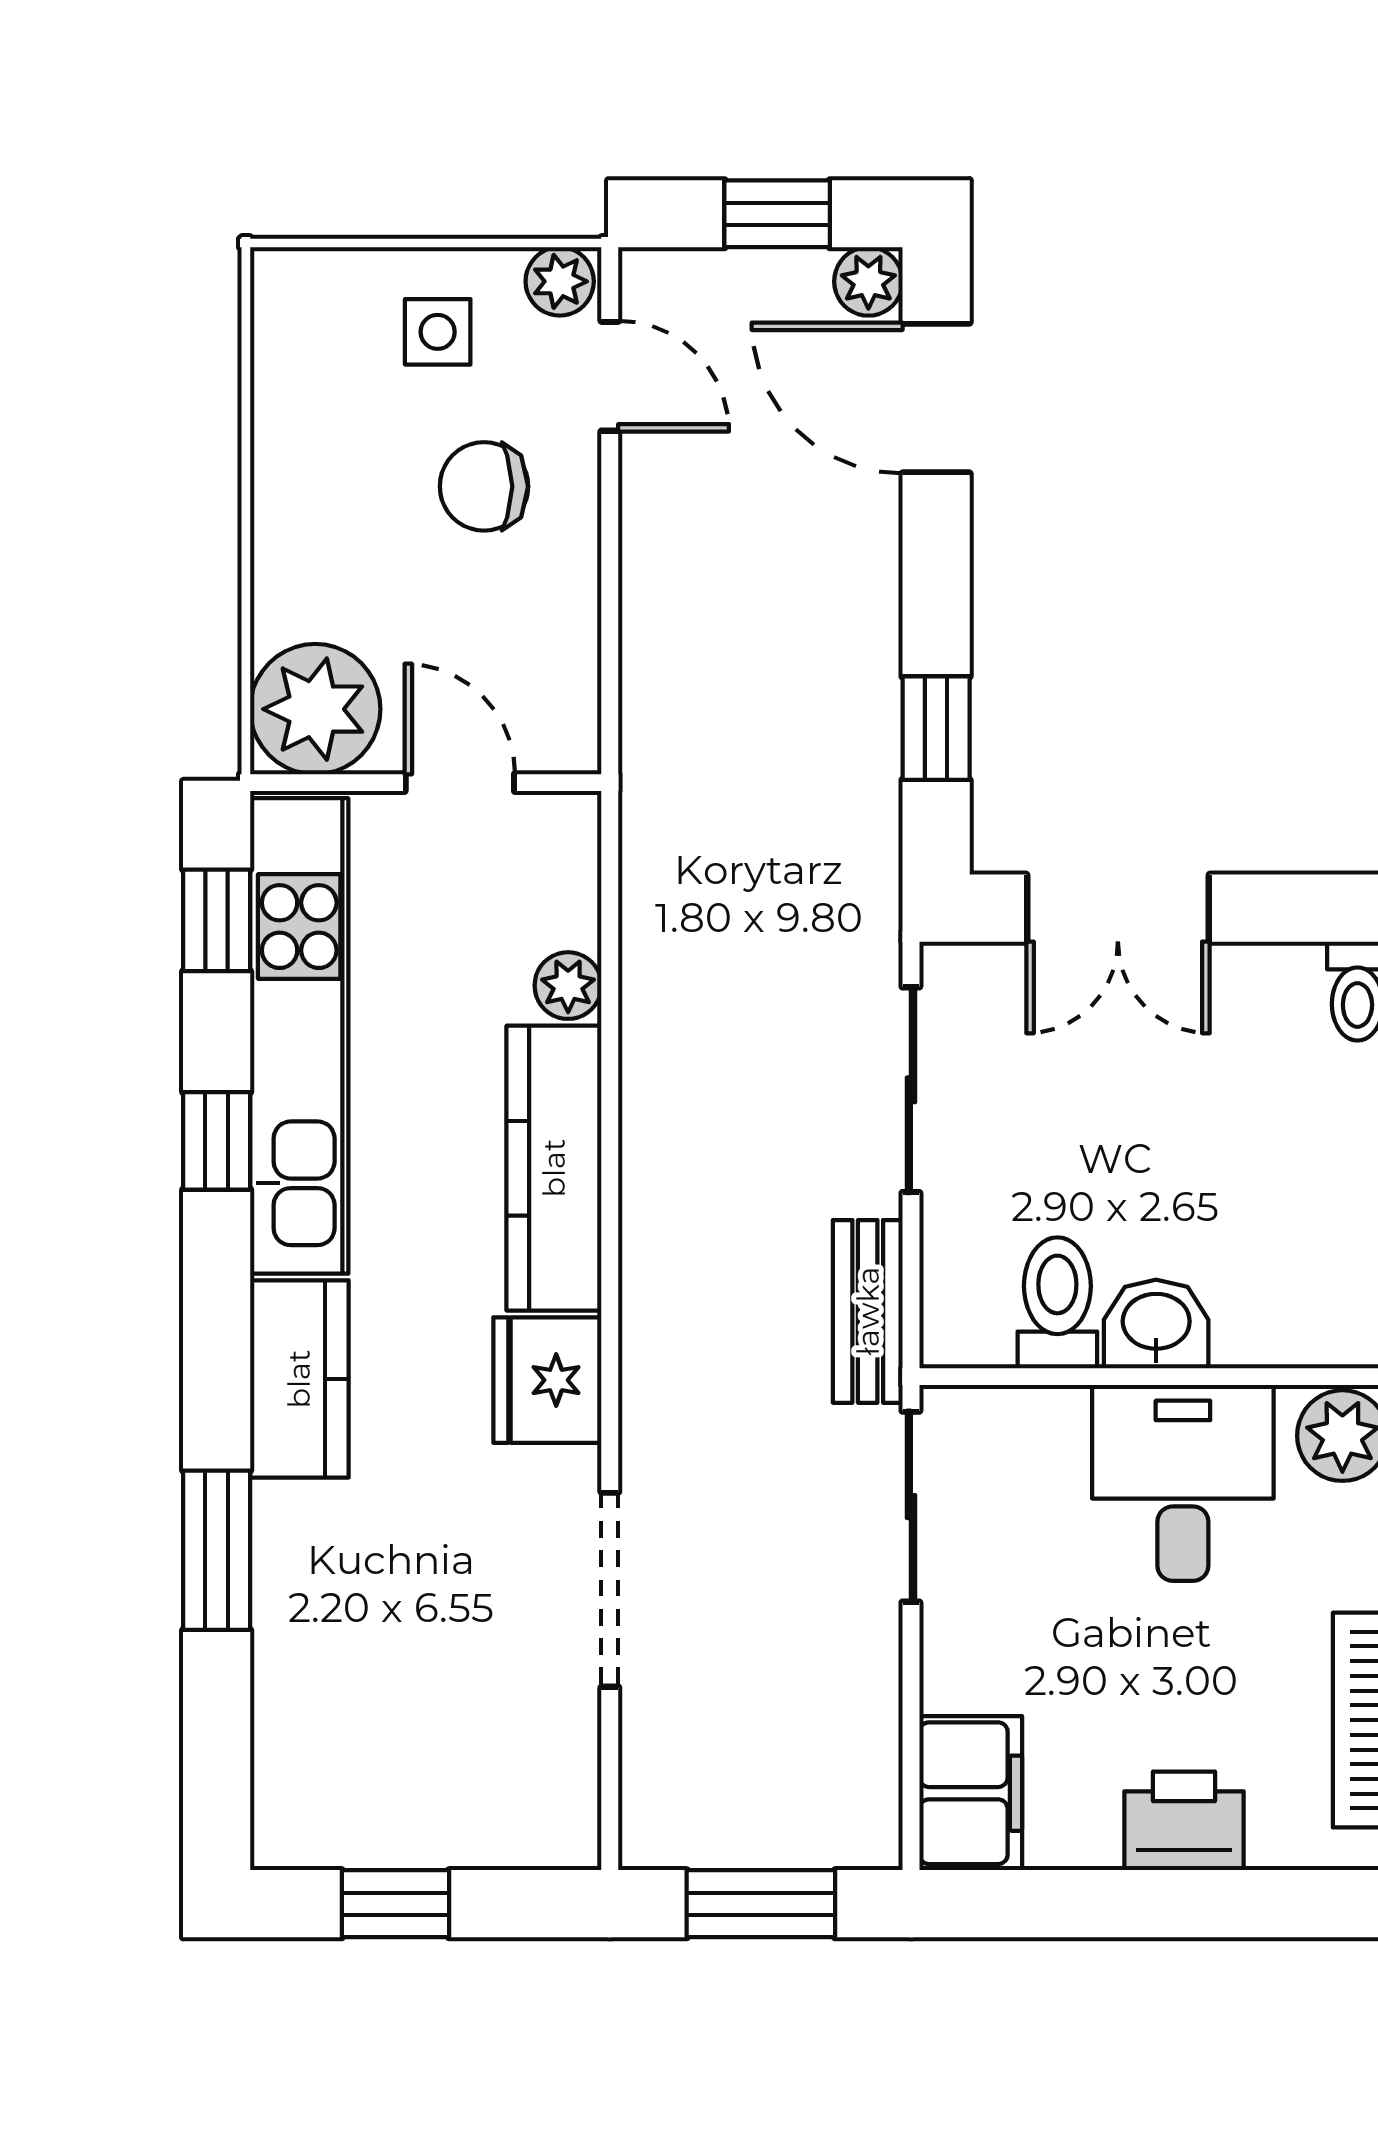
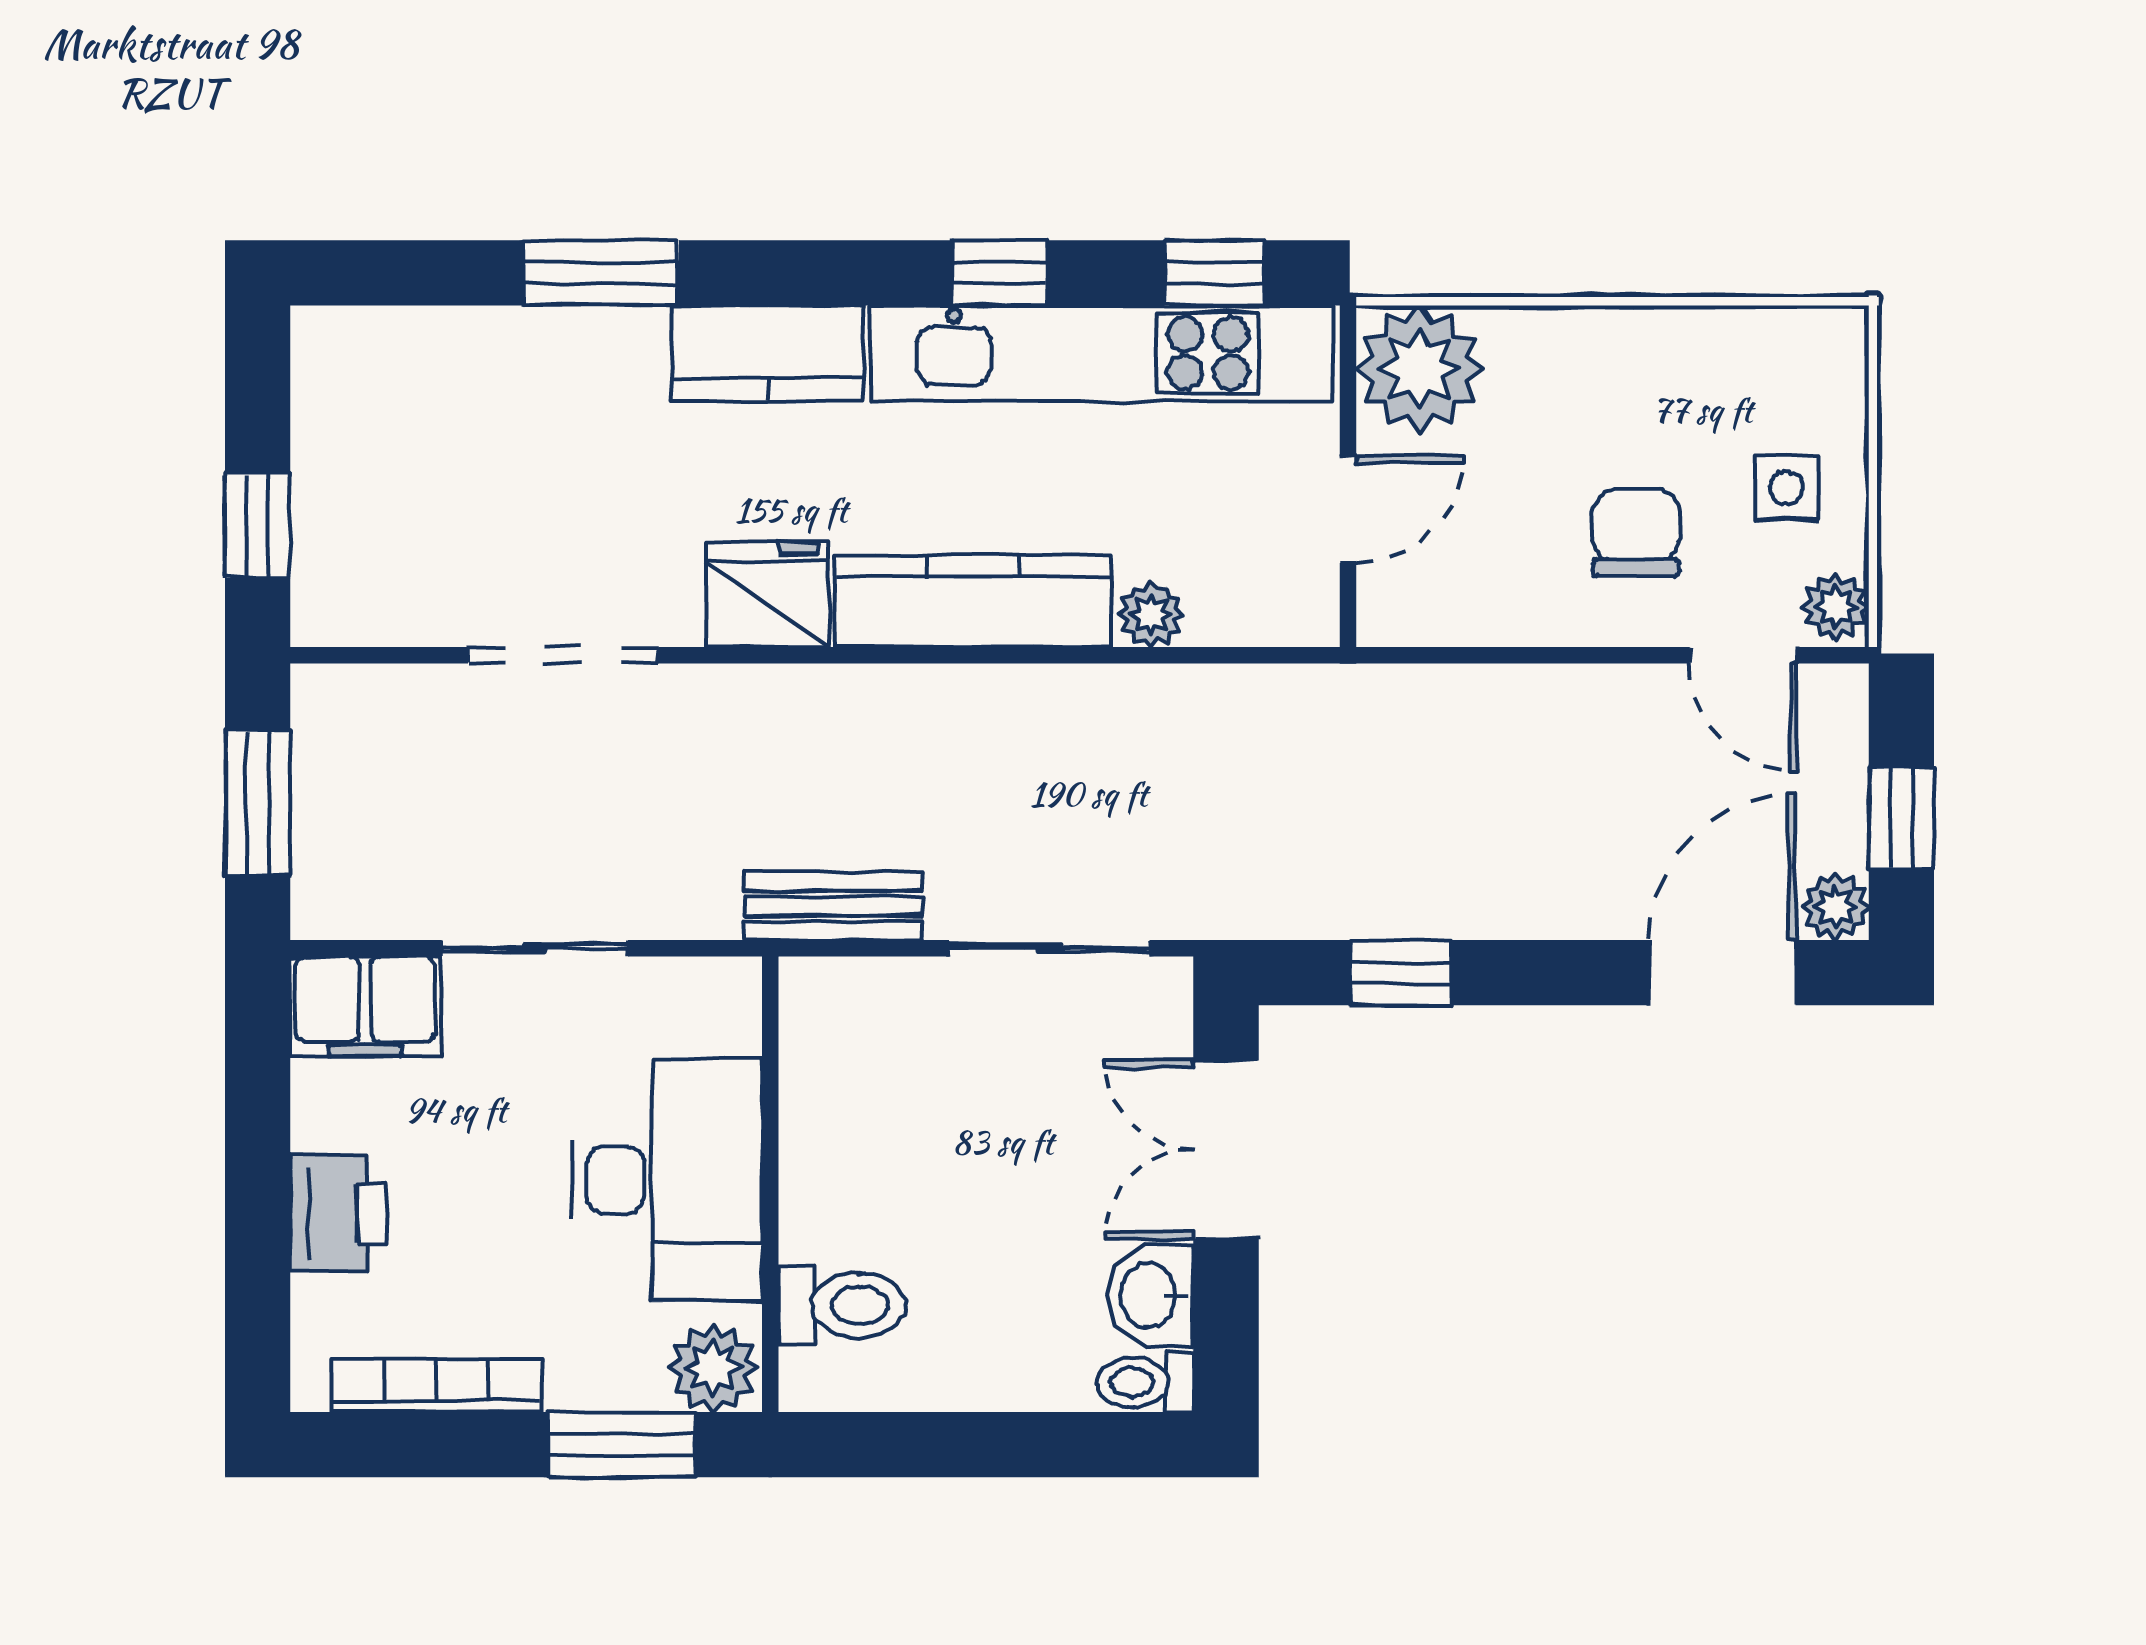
door: (610, 376) -> (1743, 655), hinge flipped
toilet: (1057, 1303) -> (842, 1305), moved
washbasin: (1156, 1324) -> (1150, 1295), moved, turned 180
desk: (1183, 1483) -> (667, 1180), width x1.37
sliding door: (911, 1507) -> (535, 948), moved
window: (395, 1904) -> (258, 526), moved

